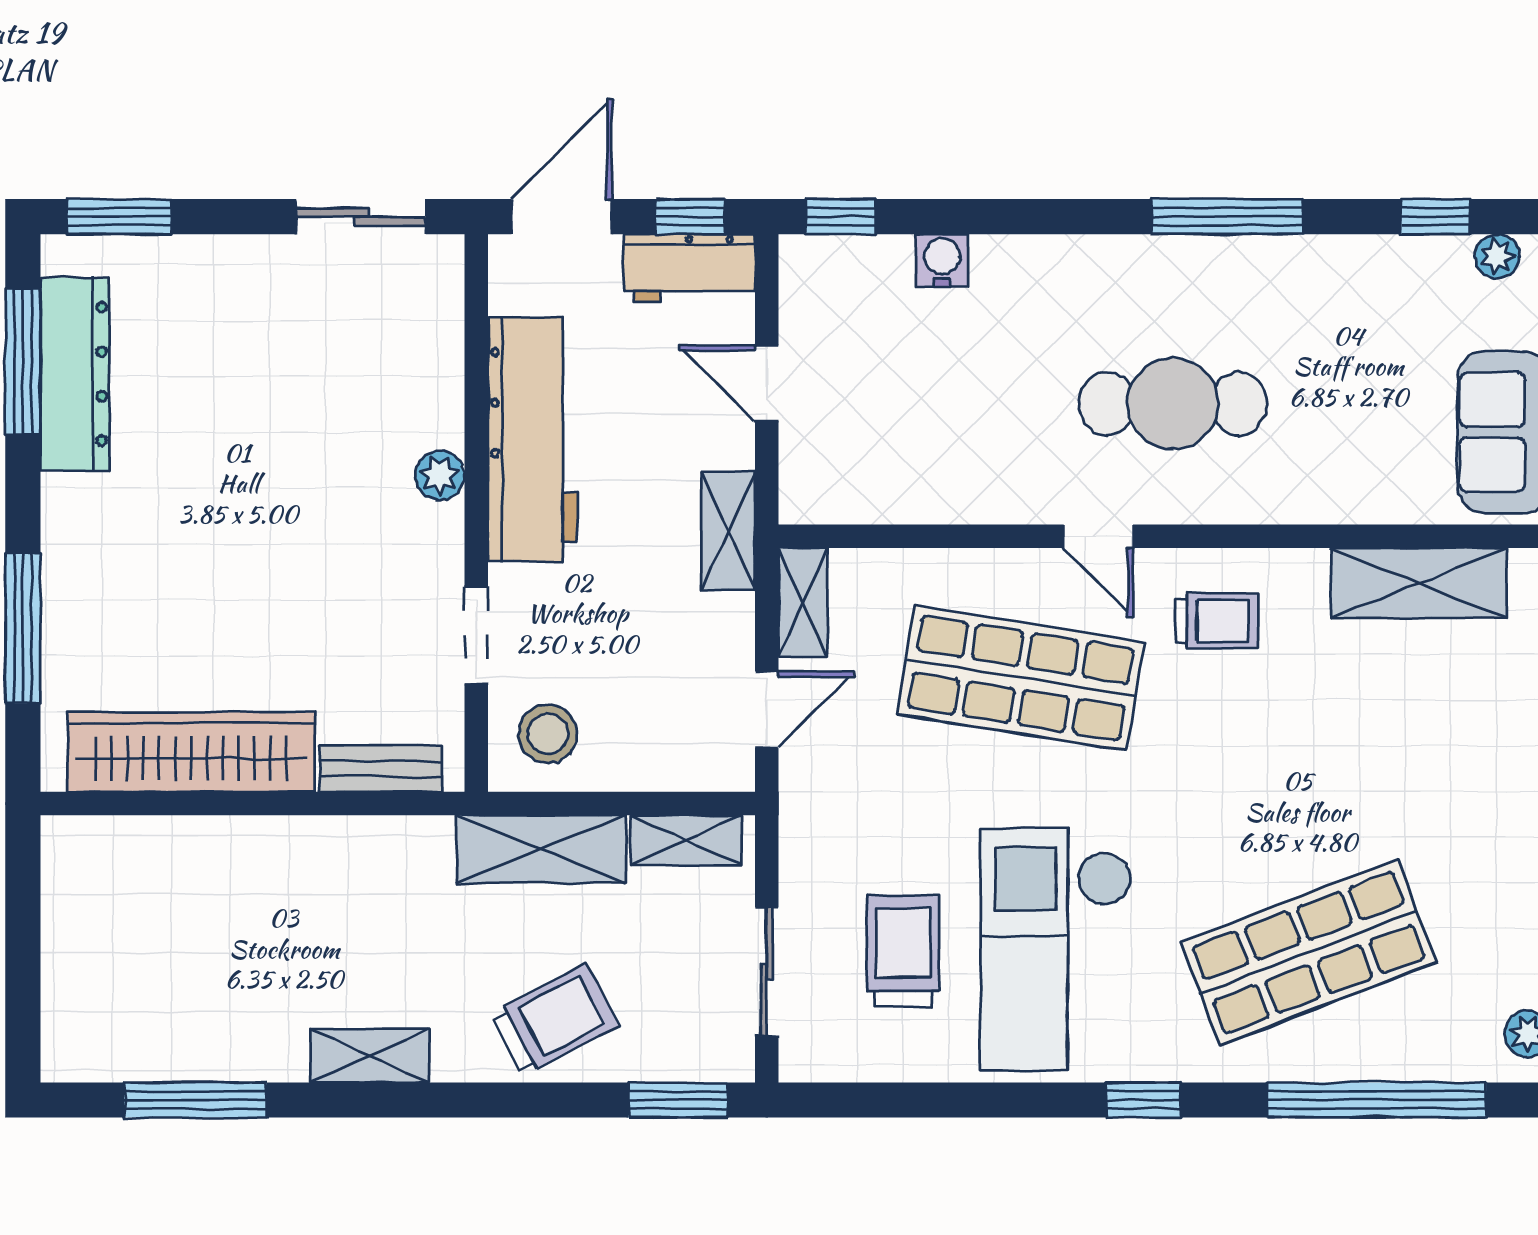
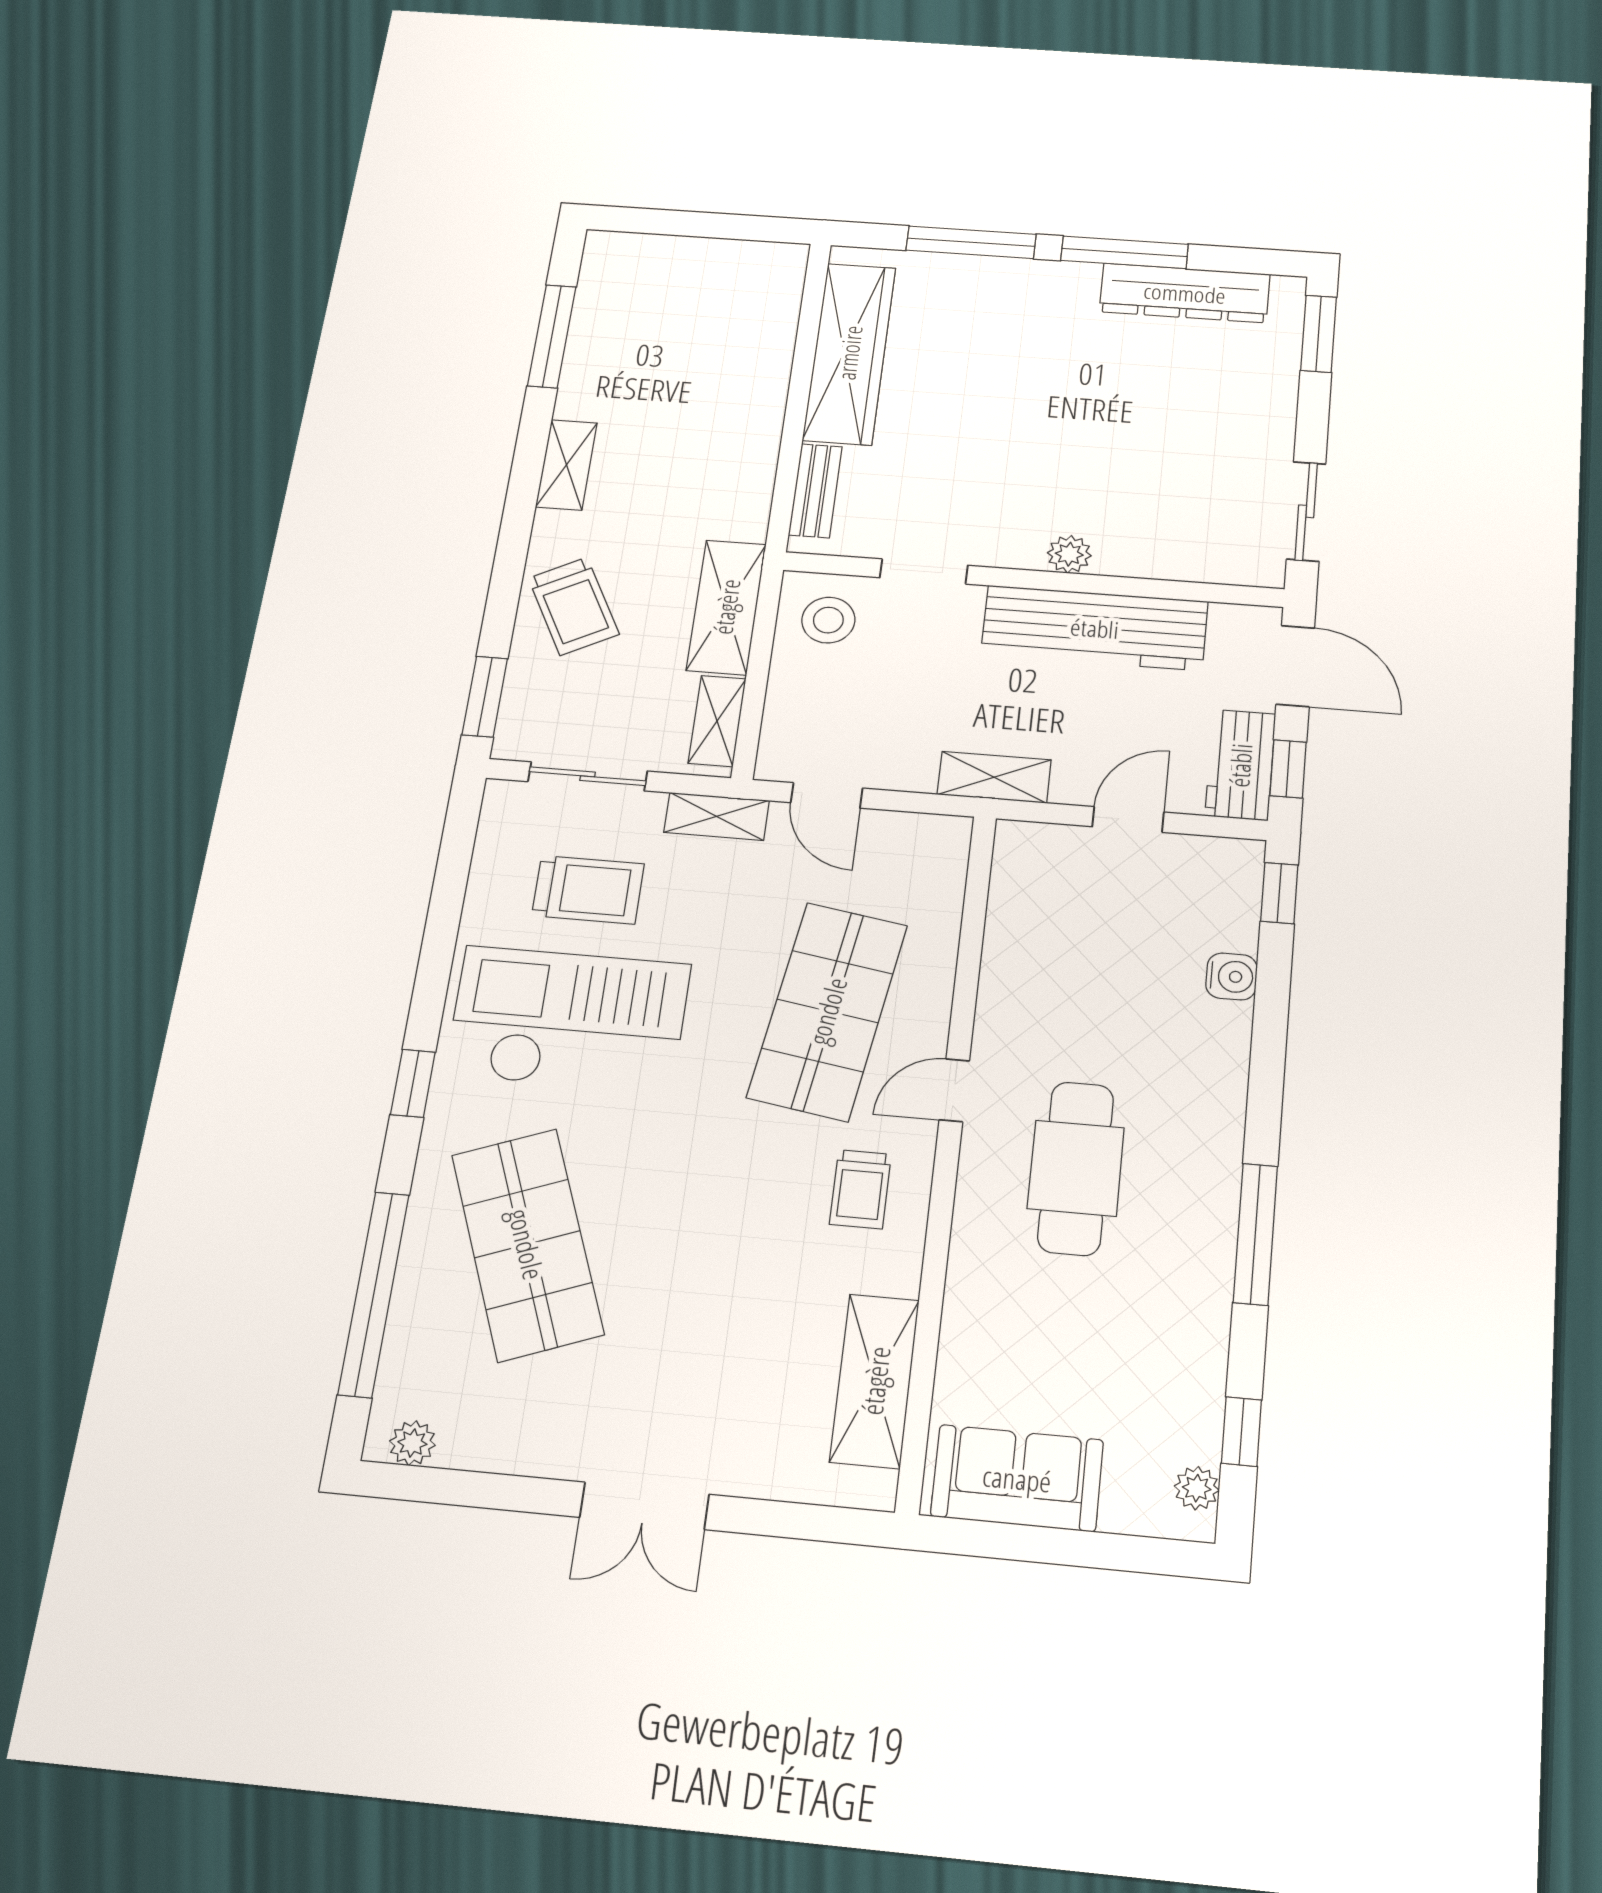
window: (23, 361) -> (1124, 252), moved
shelving: (803, 602) -> (717, 816), moved

